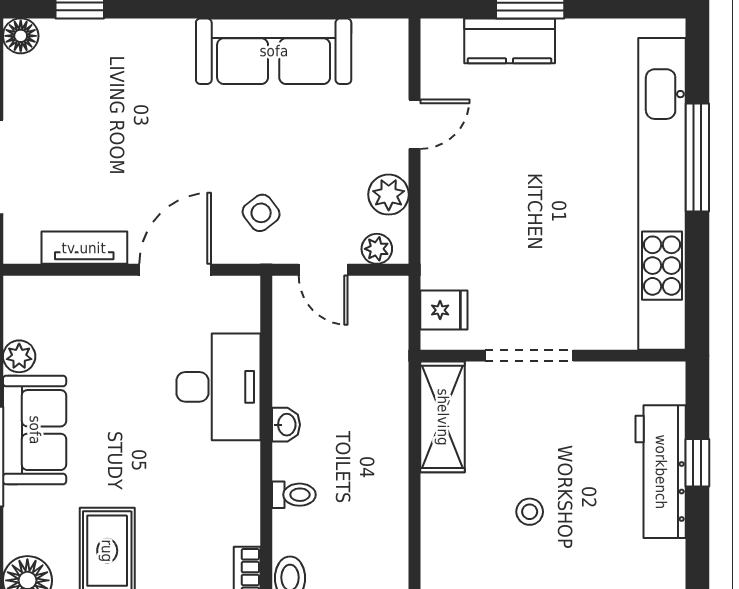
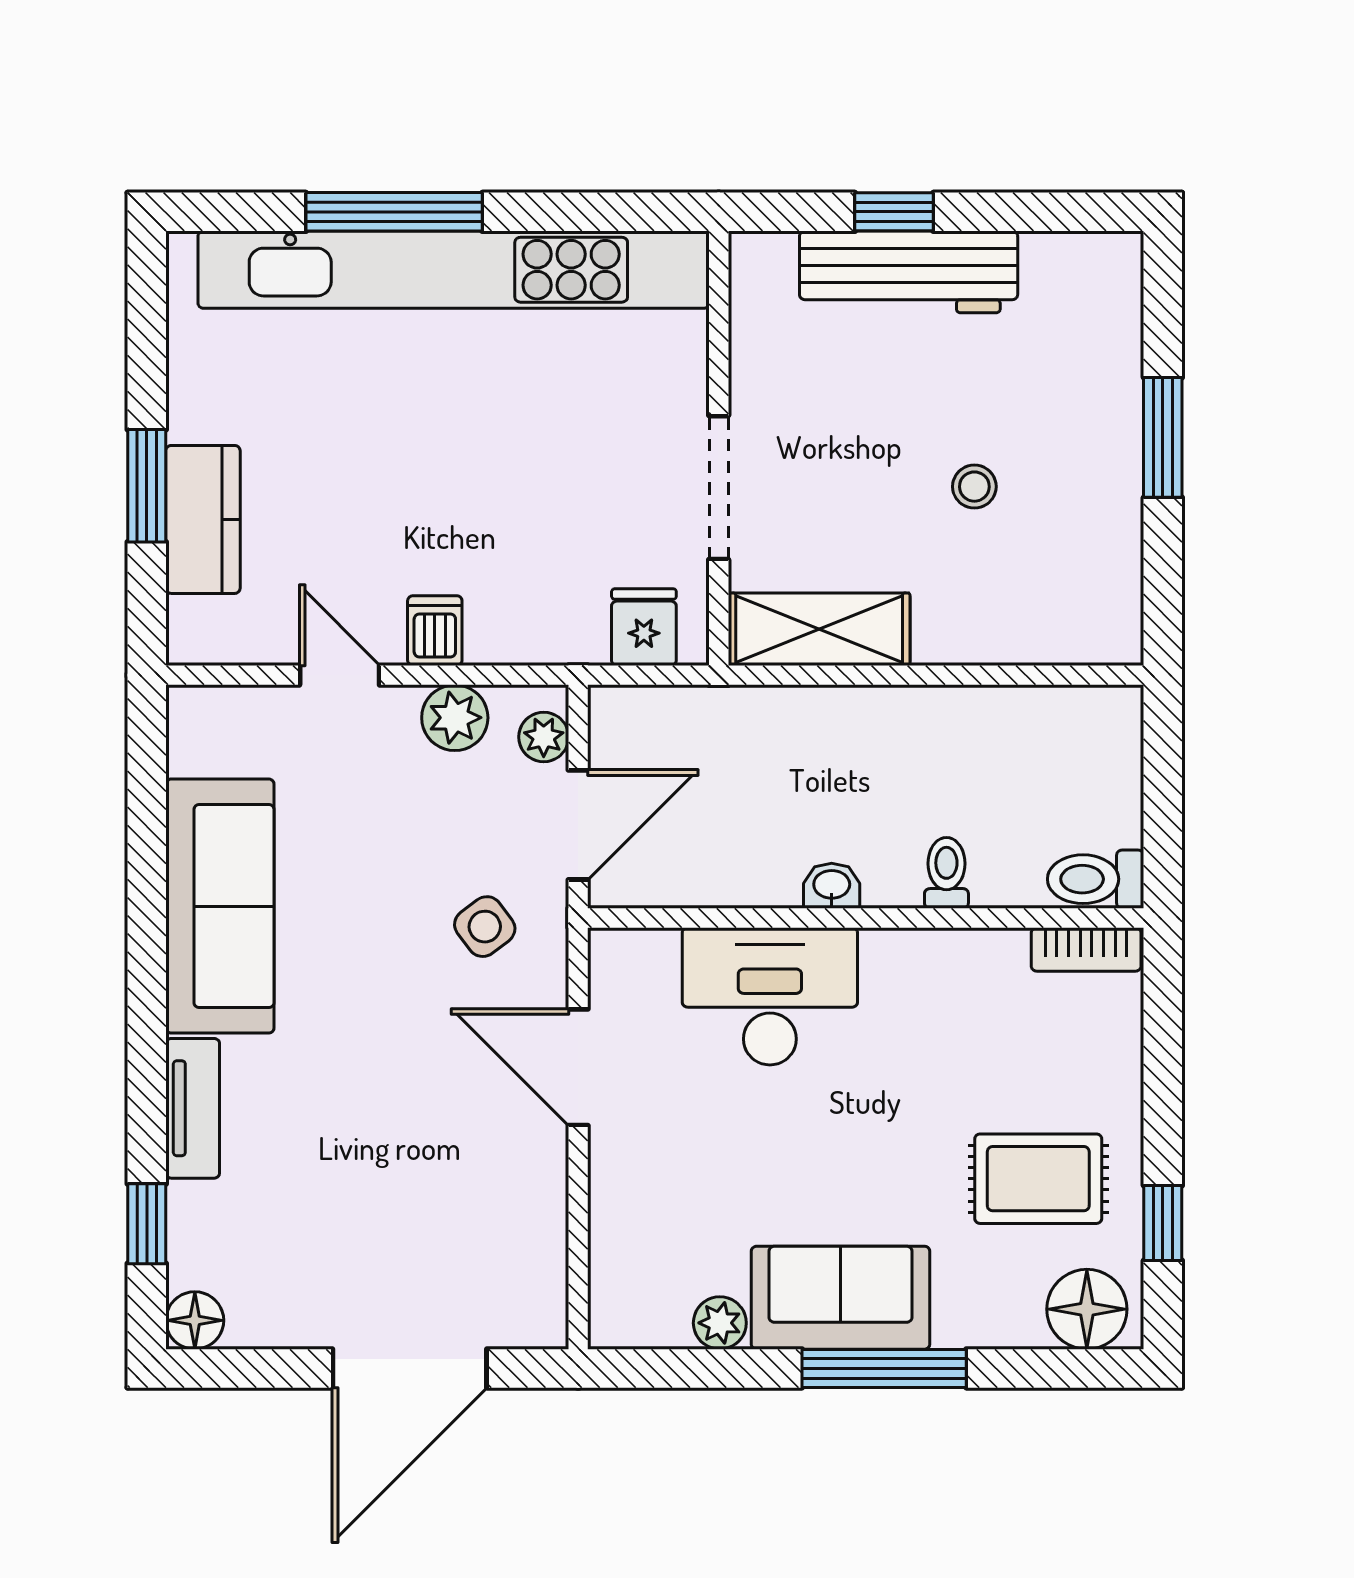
dishwasher: (442, 182) -> (435, 631), added
tv unit: (84, 248) -> (193, 1108), moved, turned 180
door: (323, 270) -> (578, 825), width x1.38

